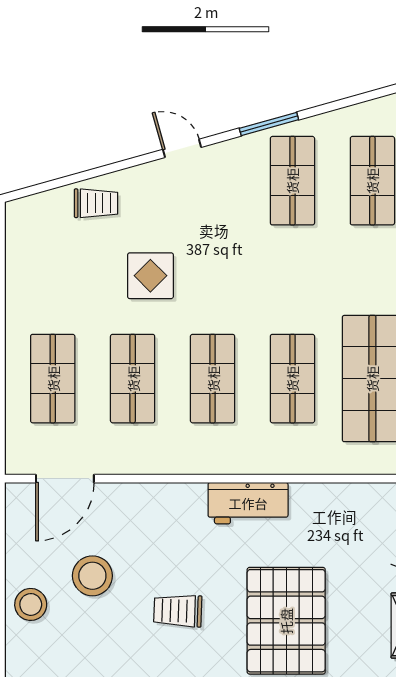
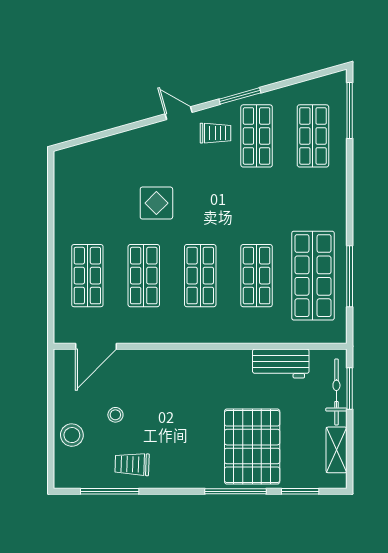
trolley: (96, 203) -> (215, 133), moved
workbench: (248, 503) -> (281, 364), moved
stool: (92, 576) -> (115, 415), width x0.53, depth x0.53
trolley: (178, 611) -> (132, 464), moved

